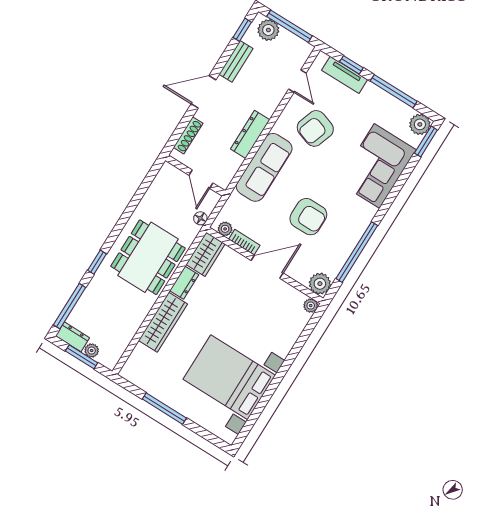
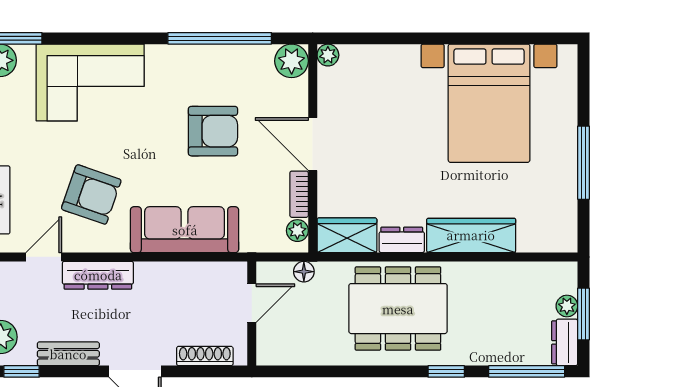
dresser: (250, 134) -> (98, 275), moved
armchair: (308, 217) -> (213, 131), turned 90

